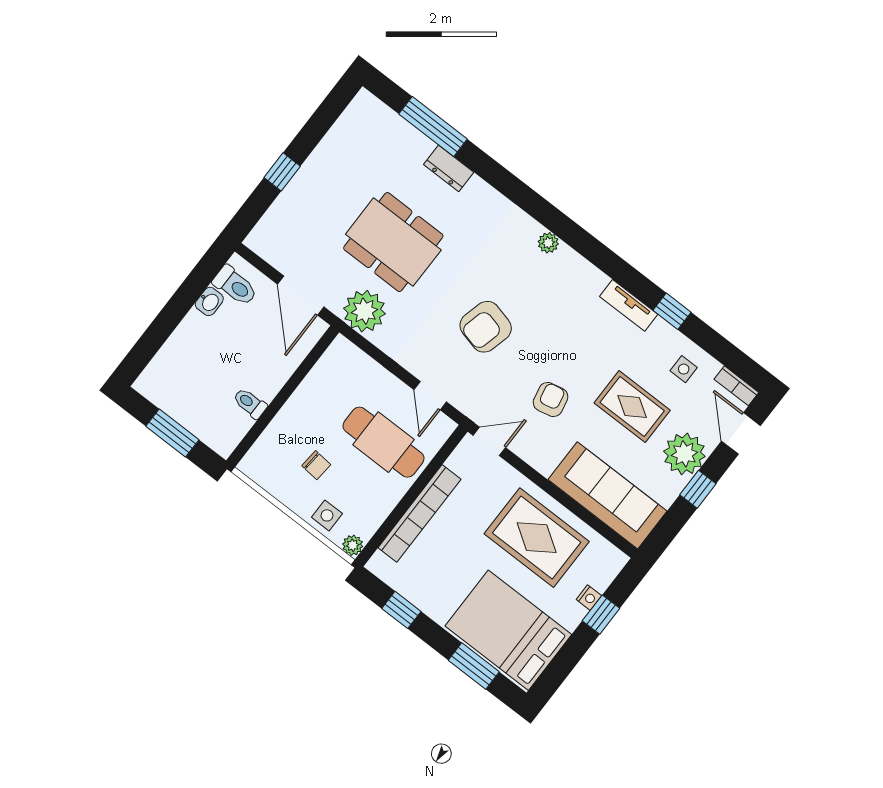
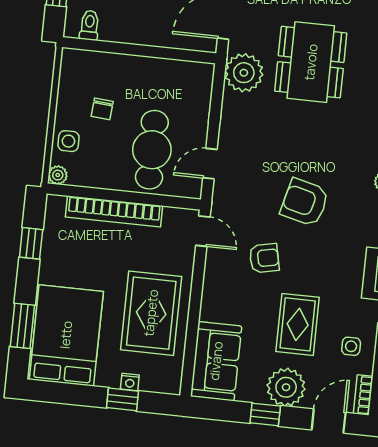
armchair: (486, 327) -> (305, 202), moved
toilet: (250, 403) -> (89, 25), moved
sofa: (608, 495) -> (216, 361), width x0.73

